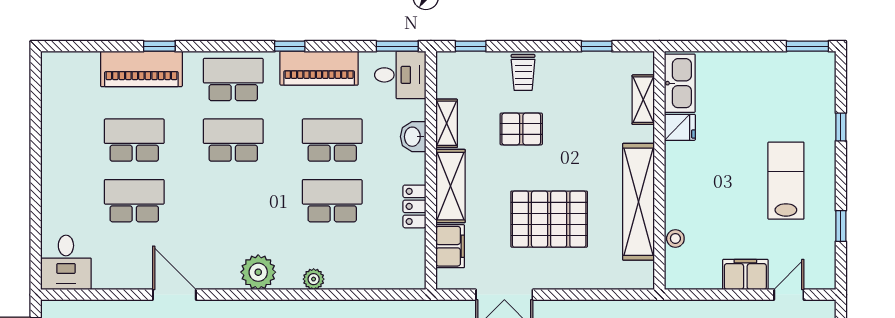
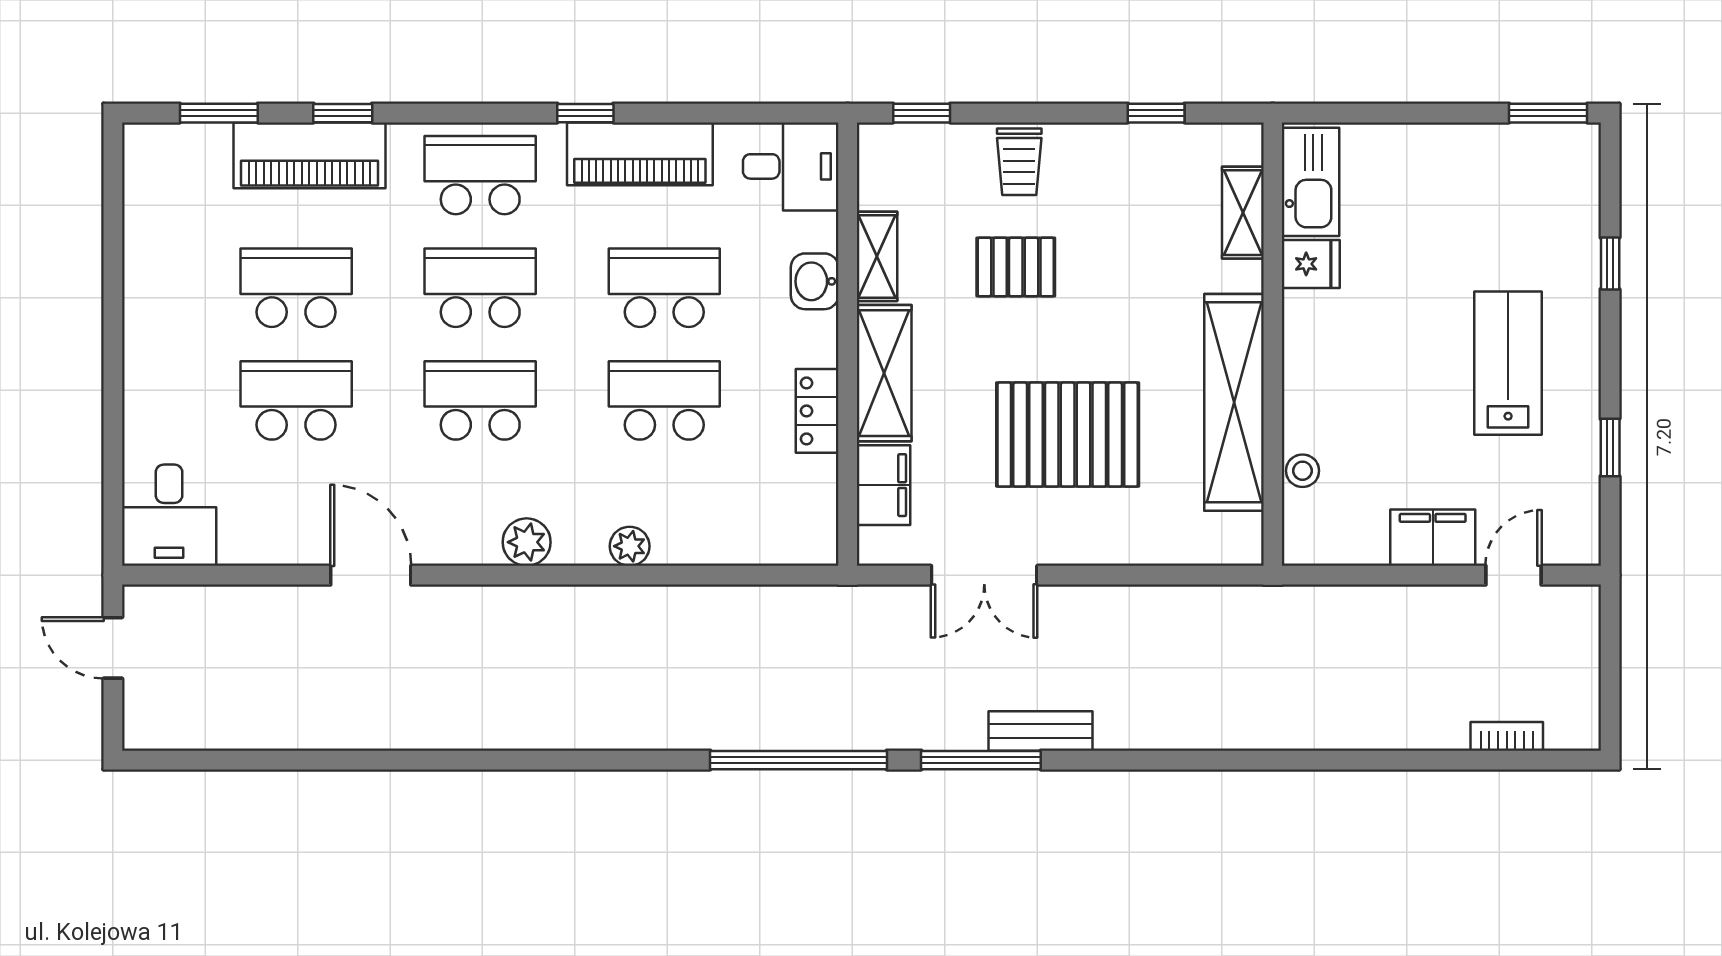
window: (397, 46) -> (219, 113), moved
school desk: (233, 201) -> (480, 400), added
plant: (258, 272) -> (527, 542), width x0.73, depth x0.73

